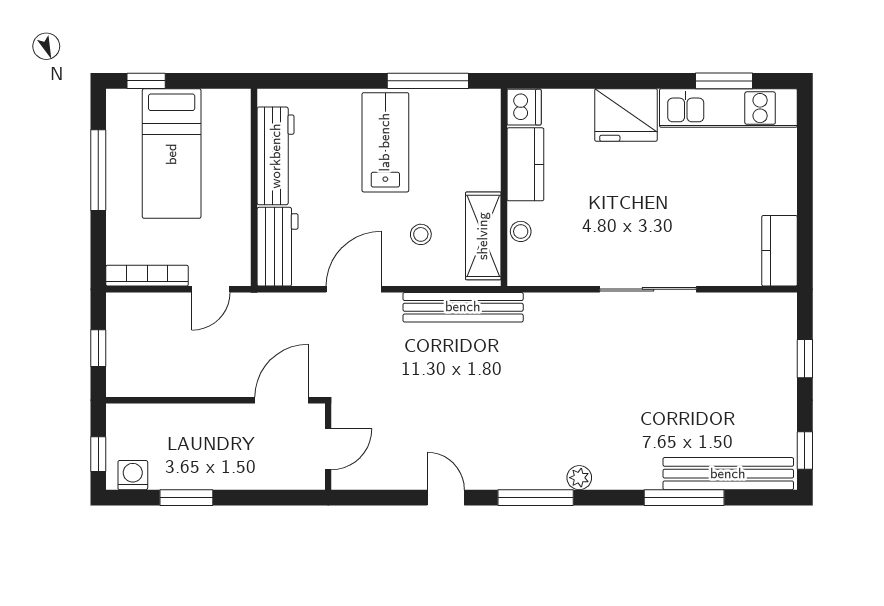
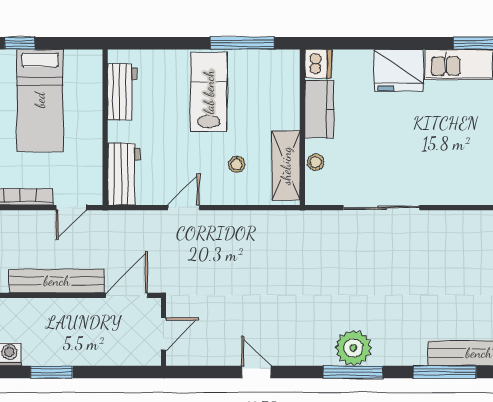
workbench: (276, 156) -> (122, 92), width x0.73
door: (354, 289) -> (184, 208), width x0.73
sliding door: (648, 289) -> (382, 208), moved
bench: (463, 307) -> (57, 281), moved
plant: (579, 478) -> (353, 348), width x1.88, depth x1.88
window: (536, 498) -> (353, 372), moved

